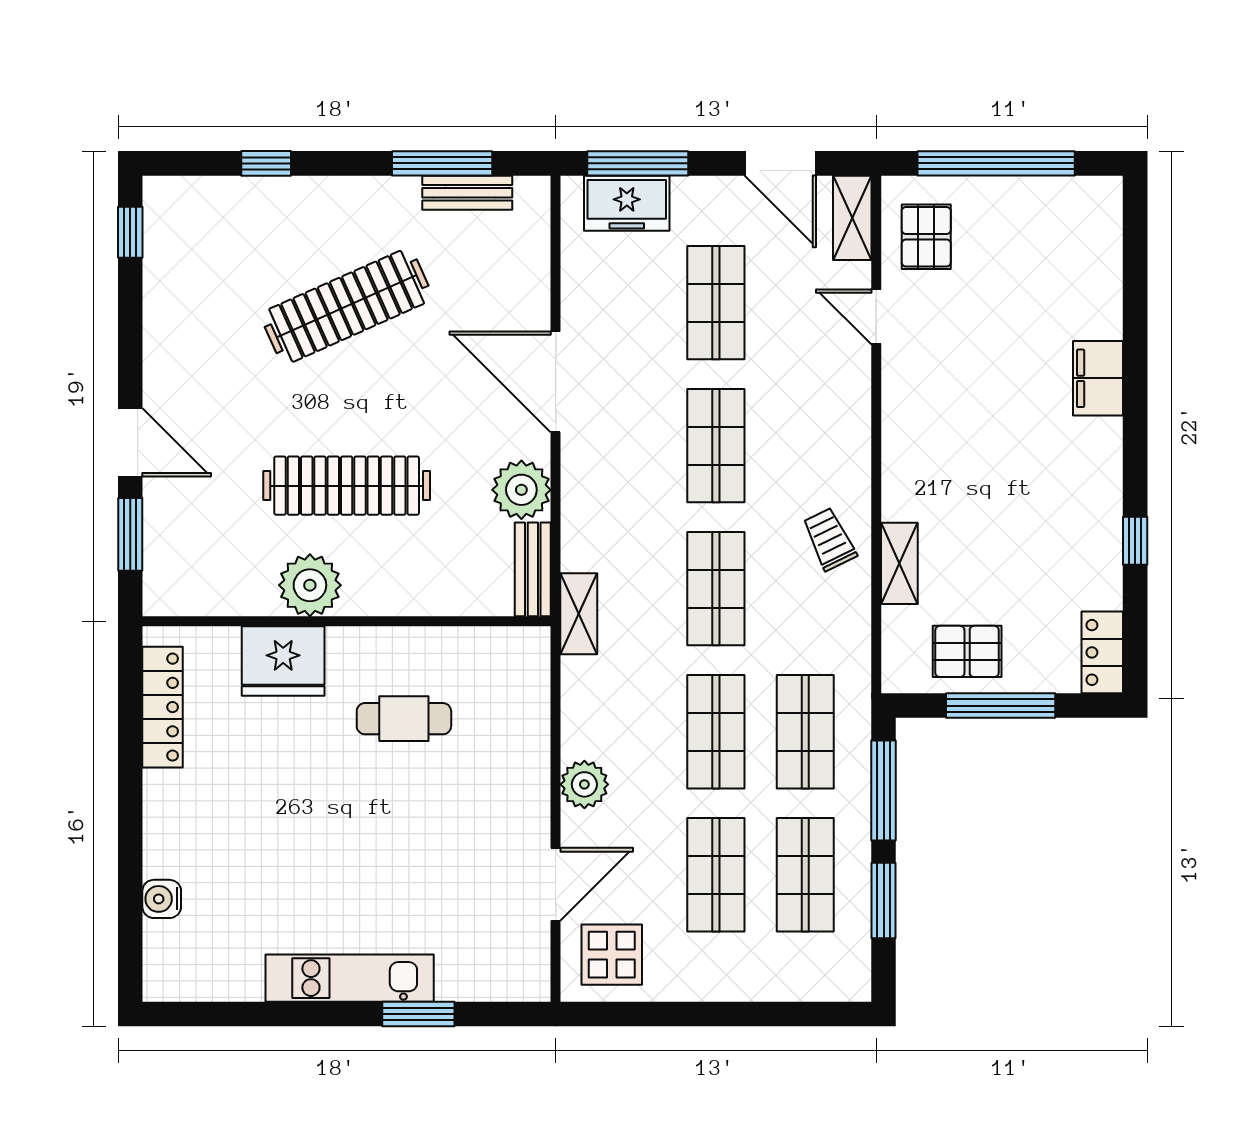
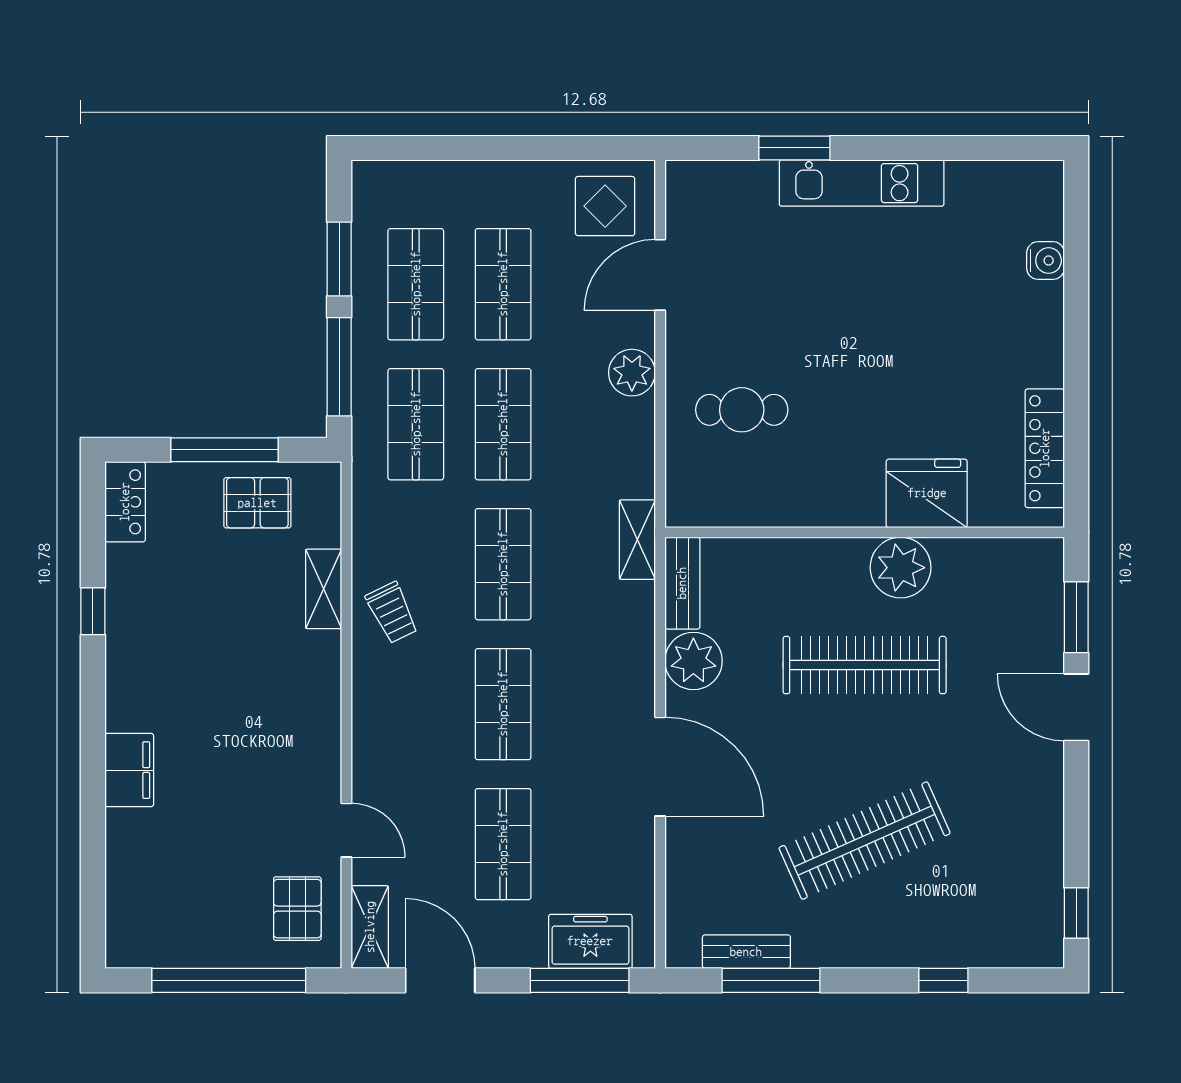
cafe table: (404, 719) -> (742, 410), moved

